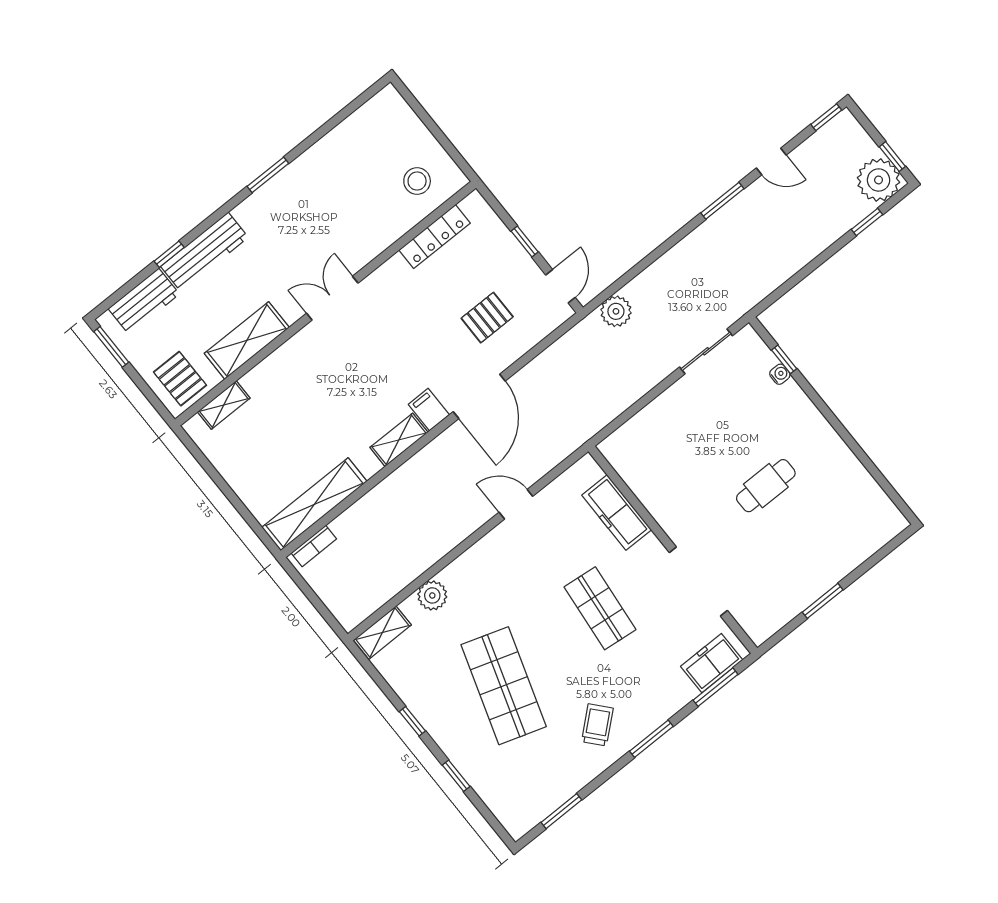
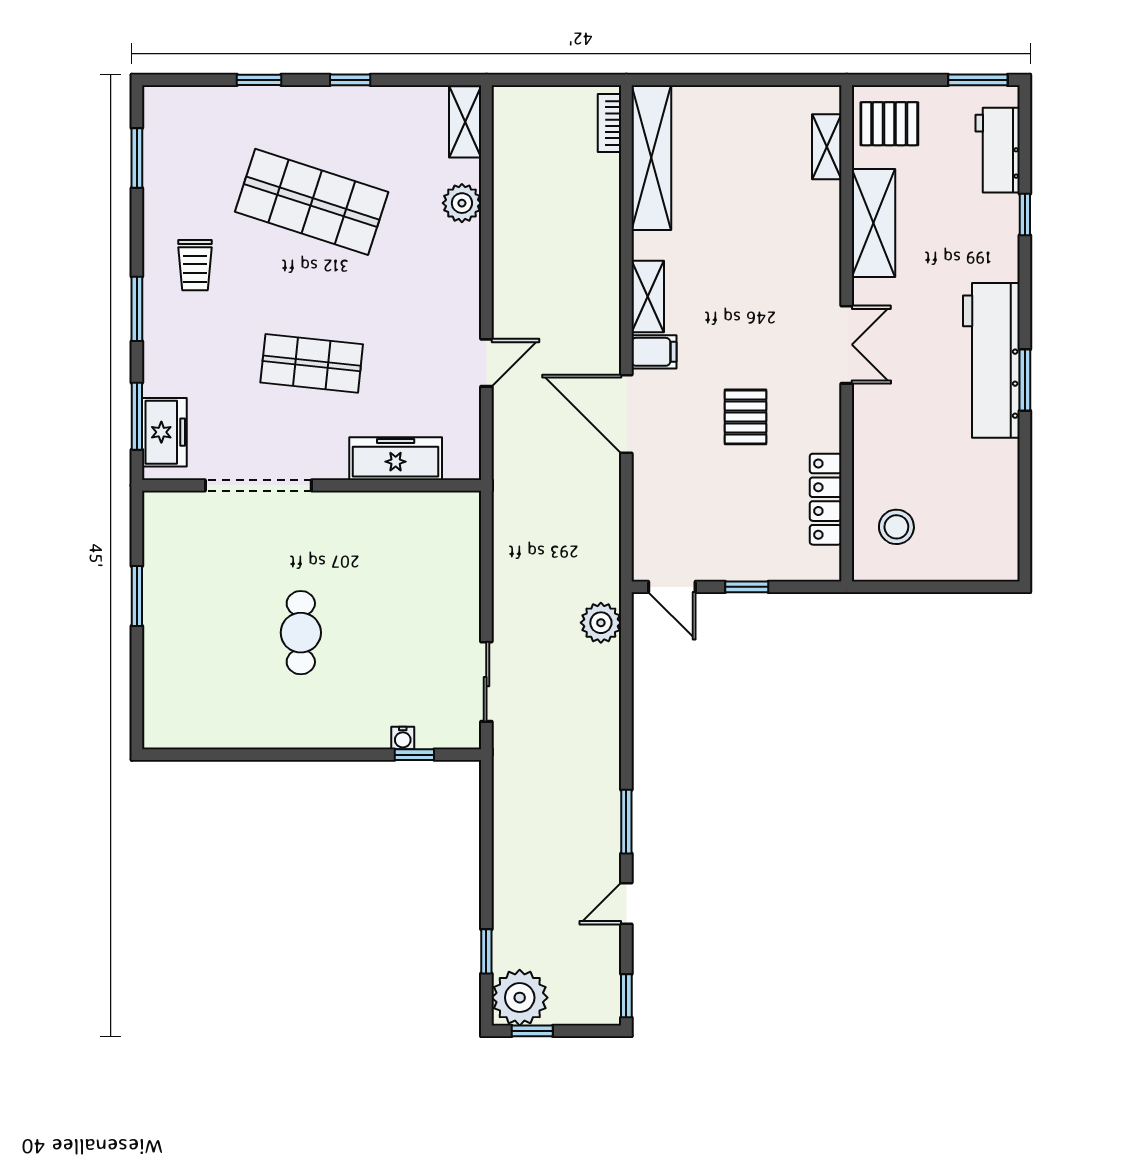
workbench: (204, 252) -> (991, 360), moved, width x1.36, depth x1.32
pallet: (487, 318) -> (746, 417), moved
trolley: (597, 725) -> (195, 265), turned 41

